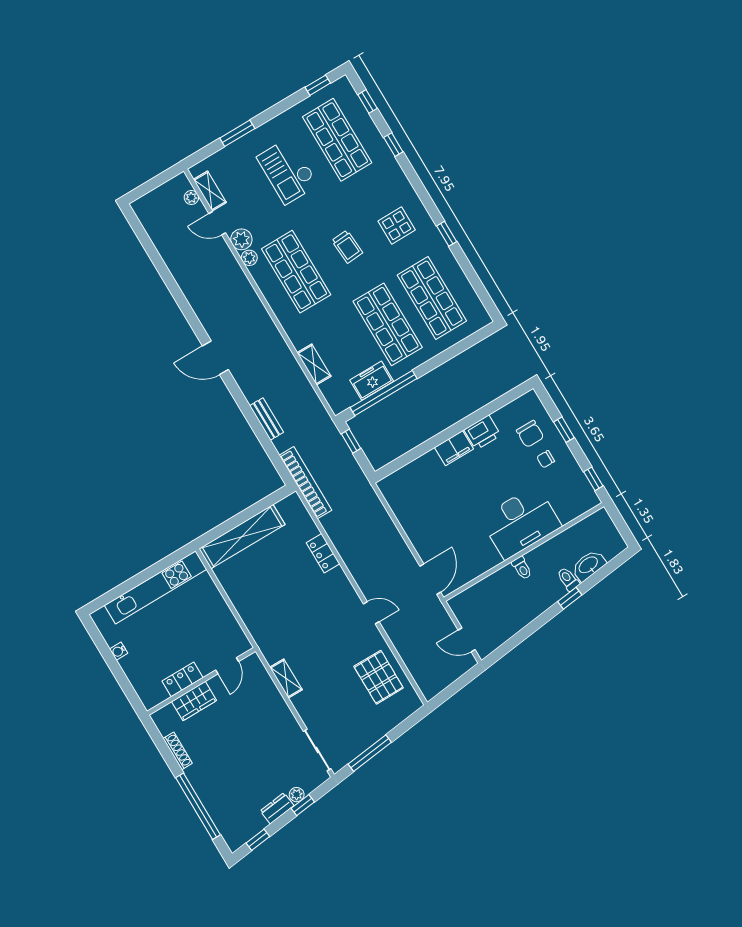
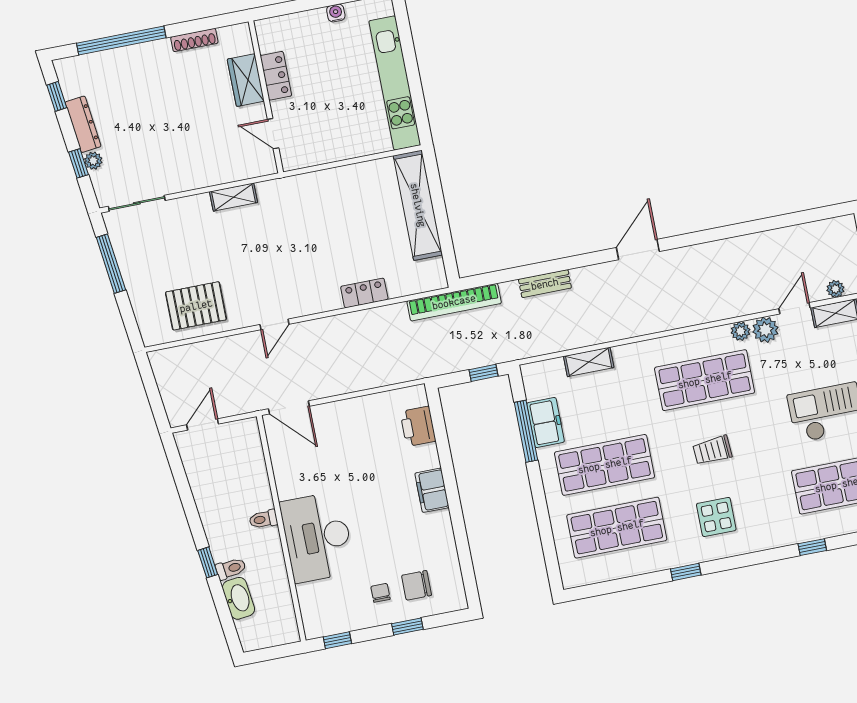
window: (384, 393) -> (526, 431), width x0.68
printer: (482, 433) -> (418, 426), moved
dresser: (277, 808) -> (83, 124), width x1.44

